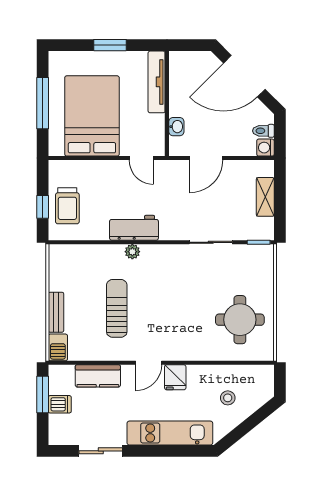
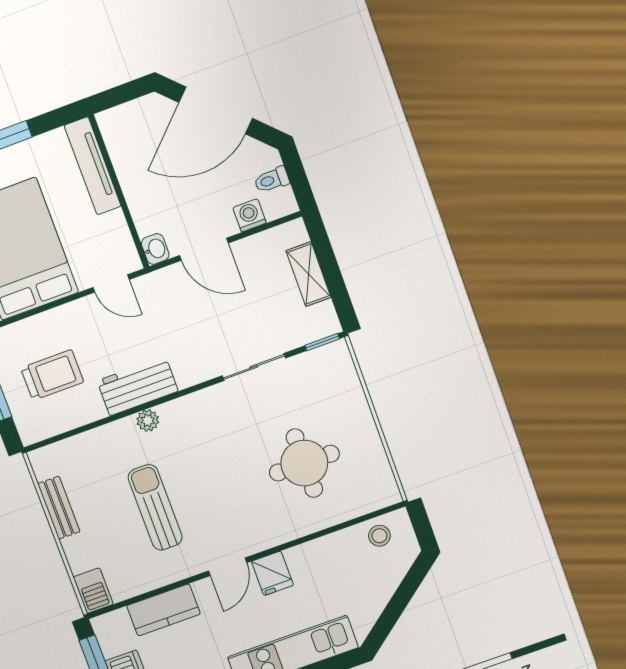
washbasin: (176, 127) -> (155, 249), moved
washing machine: (265, 148) -> (250, 215), moved, turned 90
door: (206, 158) -> (204, 249), hinge flipped
trolley: (67, 206) -> (52, 375), moved, turned -90
bench: (56, 312) -> (59, 508), moved
round table: (240, 320) -> (304, 463), moved
stool: (228, 398) -> (379, 536), moved

